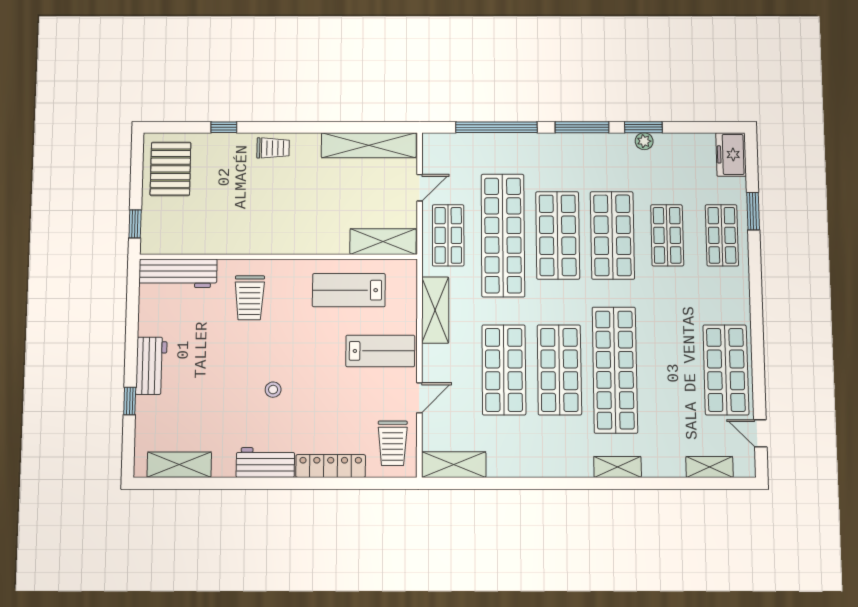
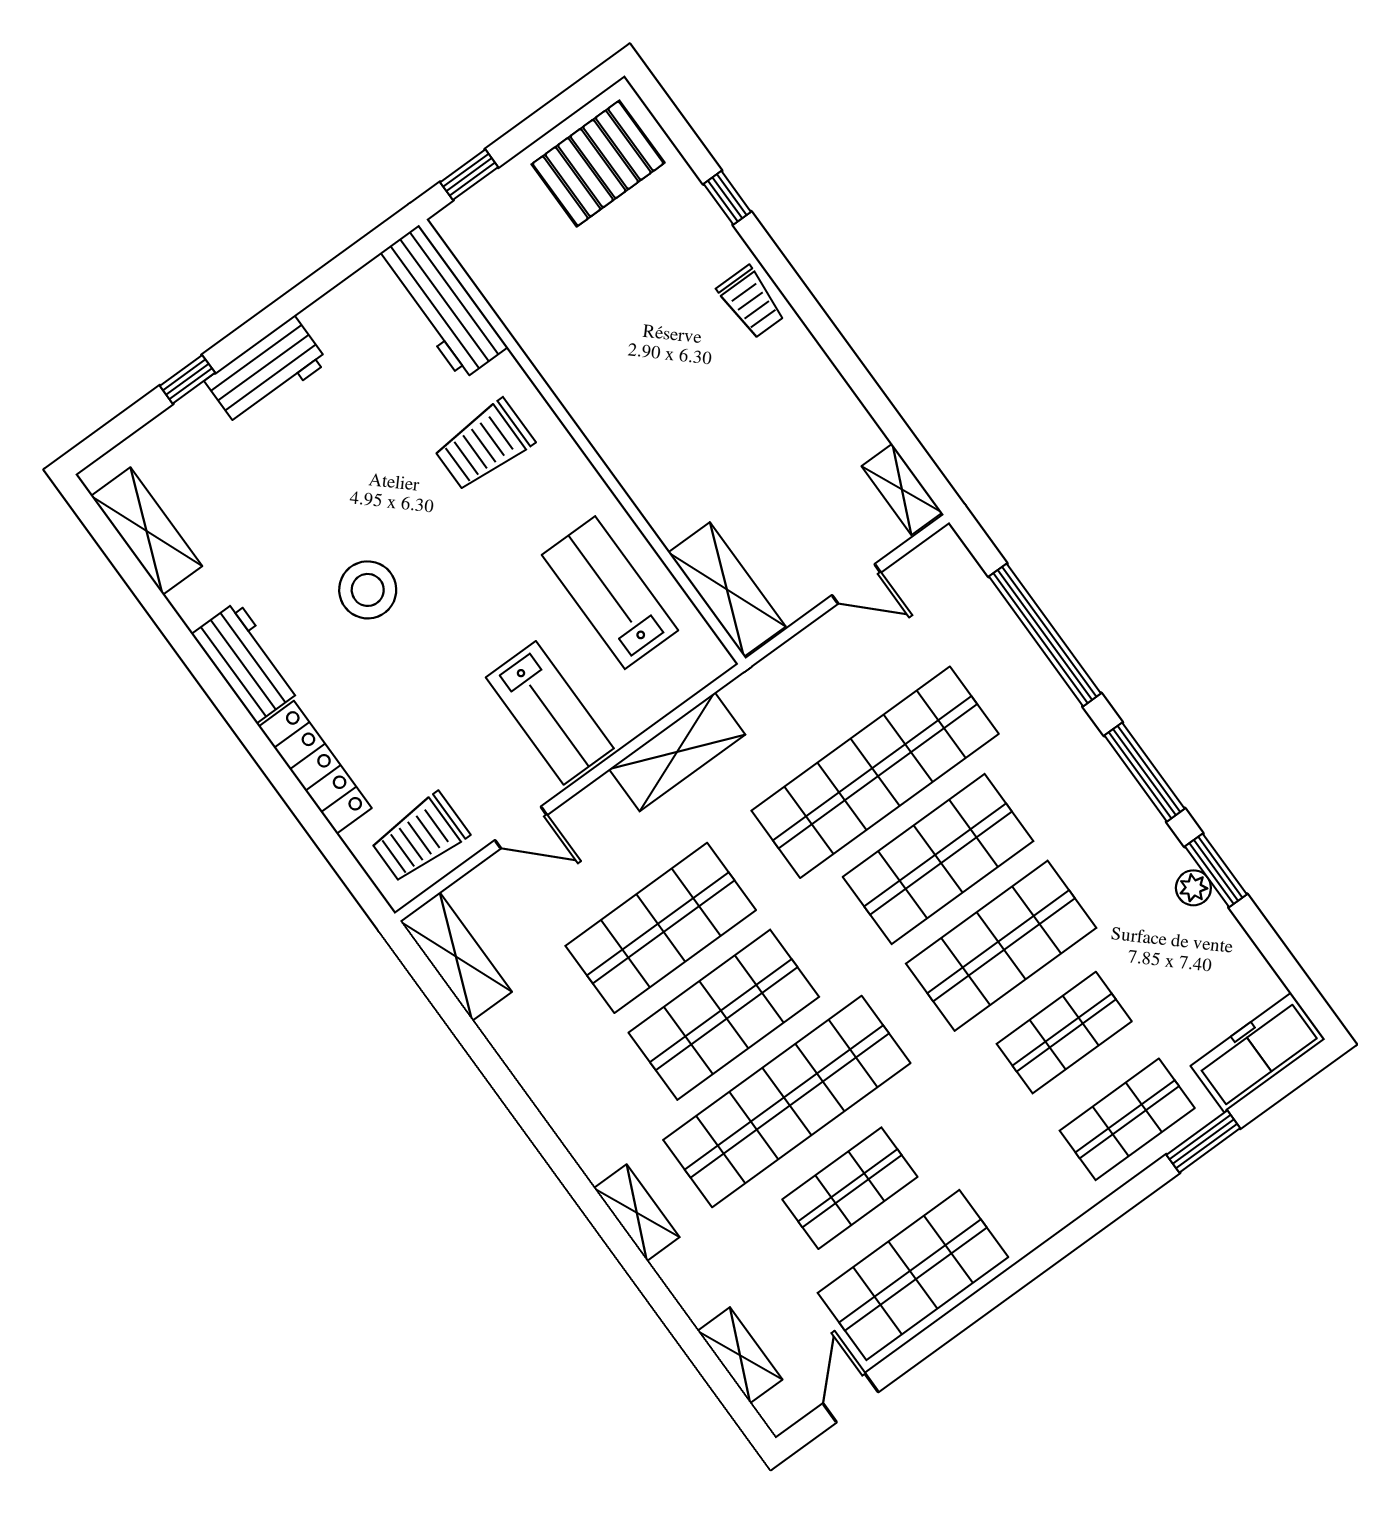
shelving: (369, 145) -> (902, 489), width x0.45, depth x0.75
freezer: (731, 154) -> (1258, 1053), width x1.40
shop shelf: (448, 235) -> (850, 1188), moved
stool: (273, 390) -> (368, 590), width x1.89, depth x1.89

